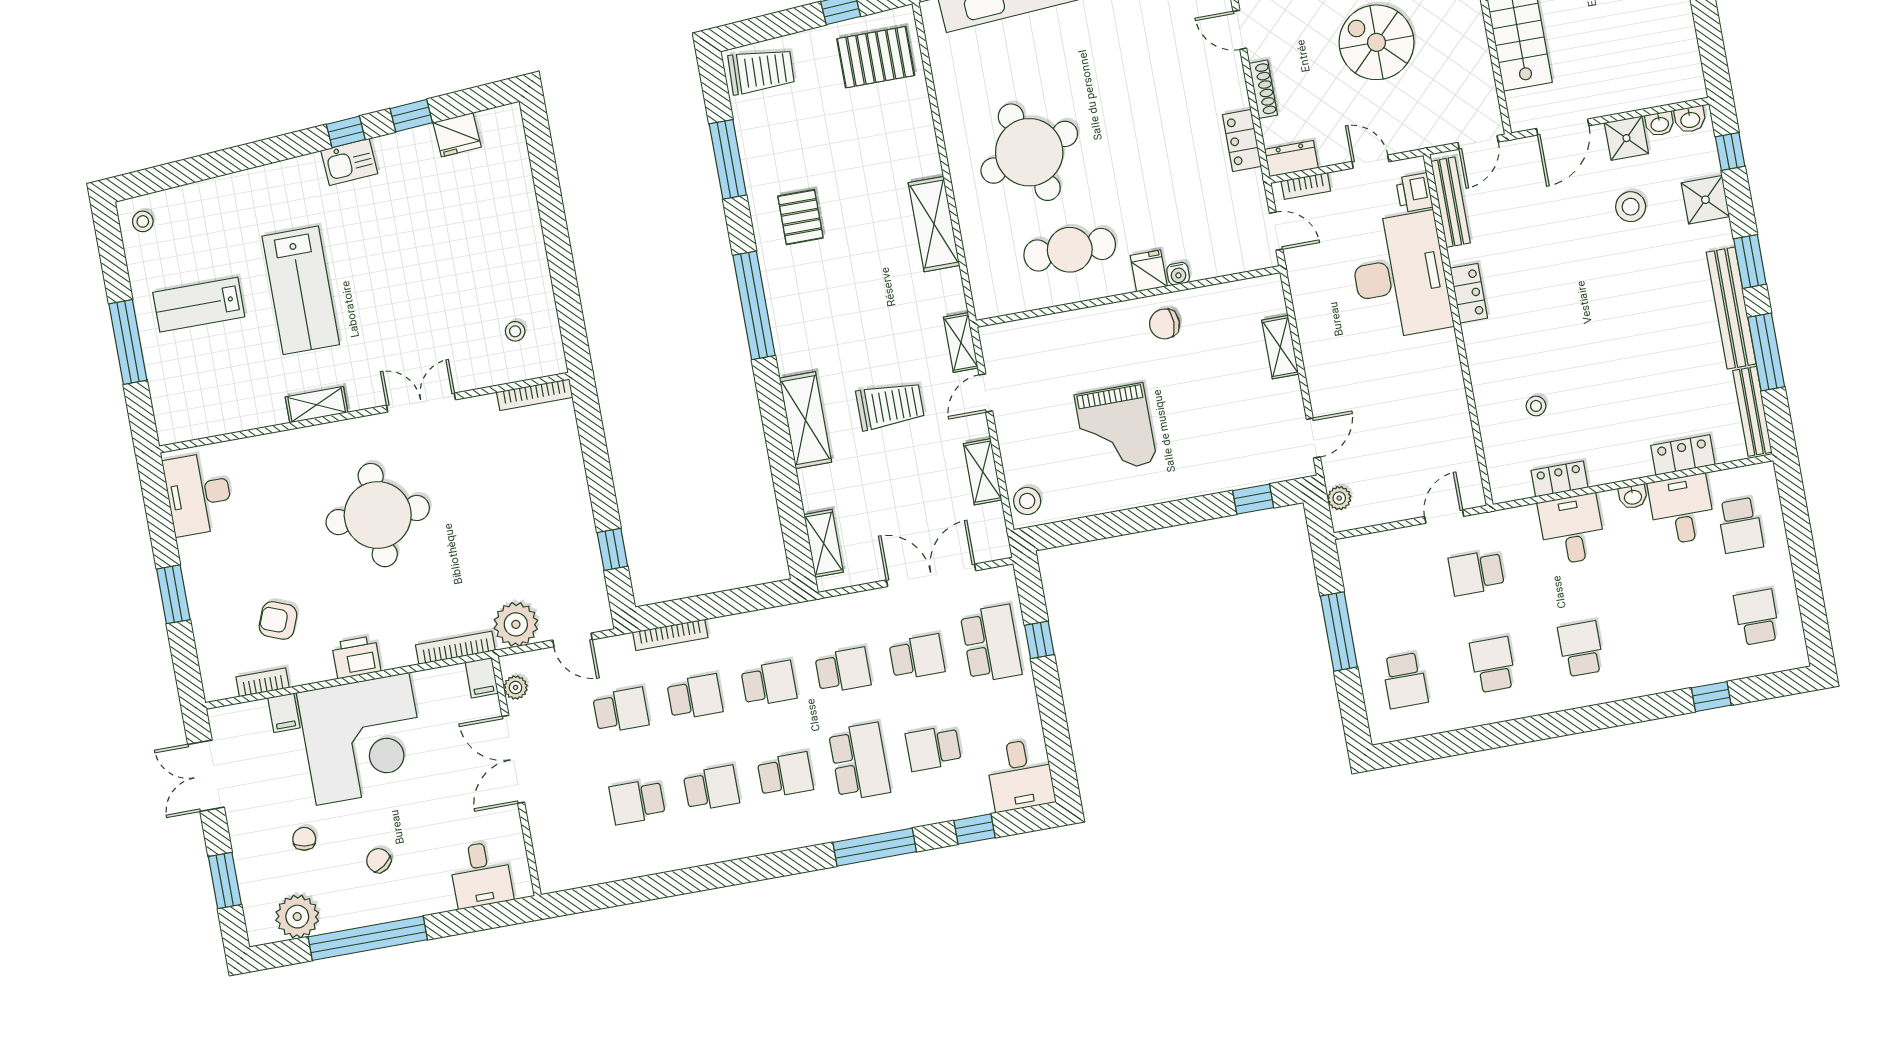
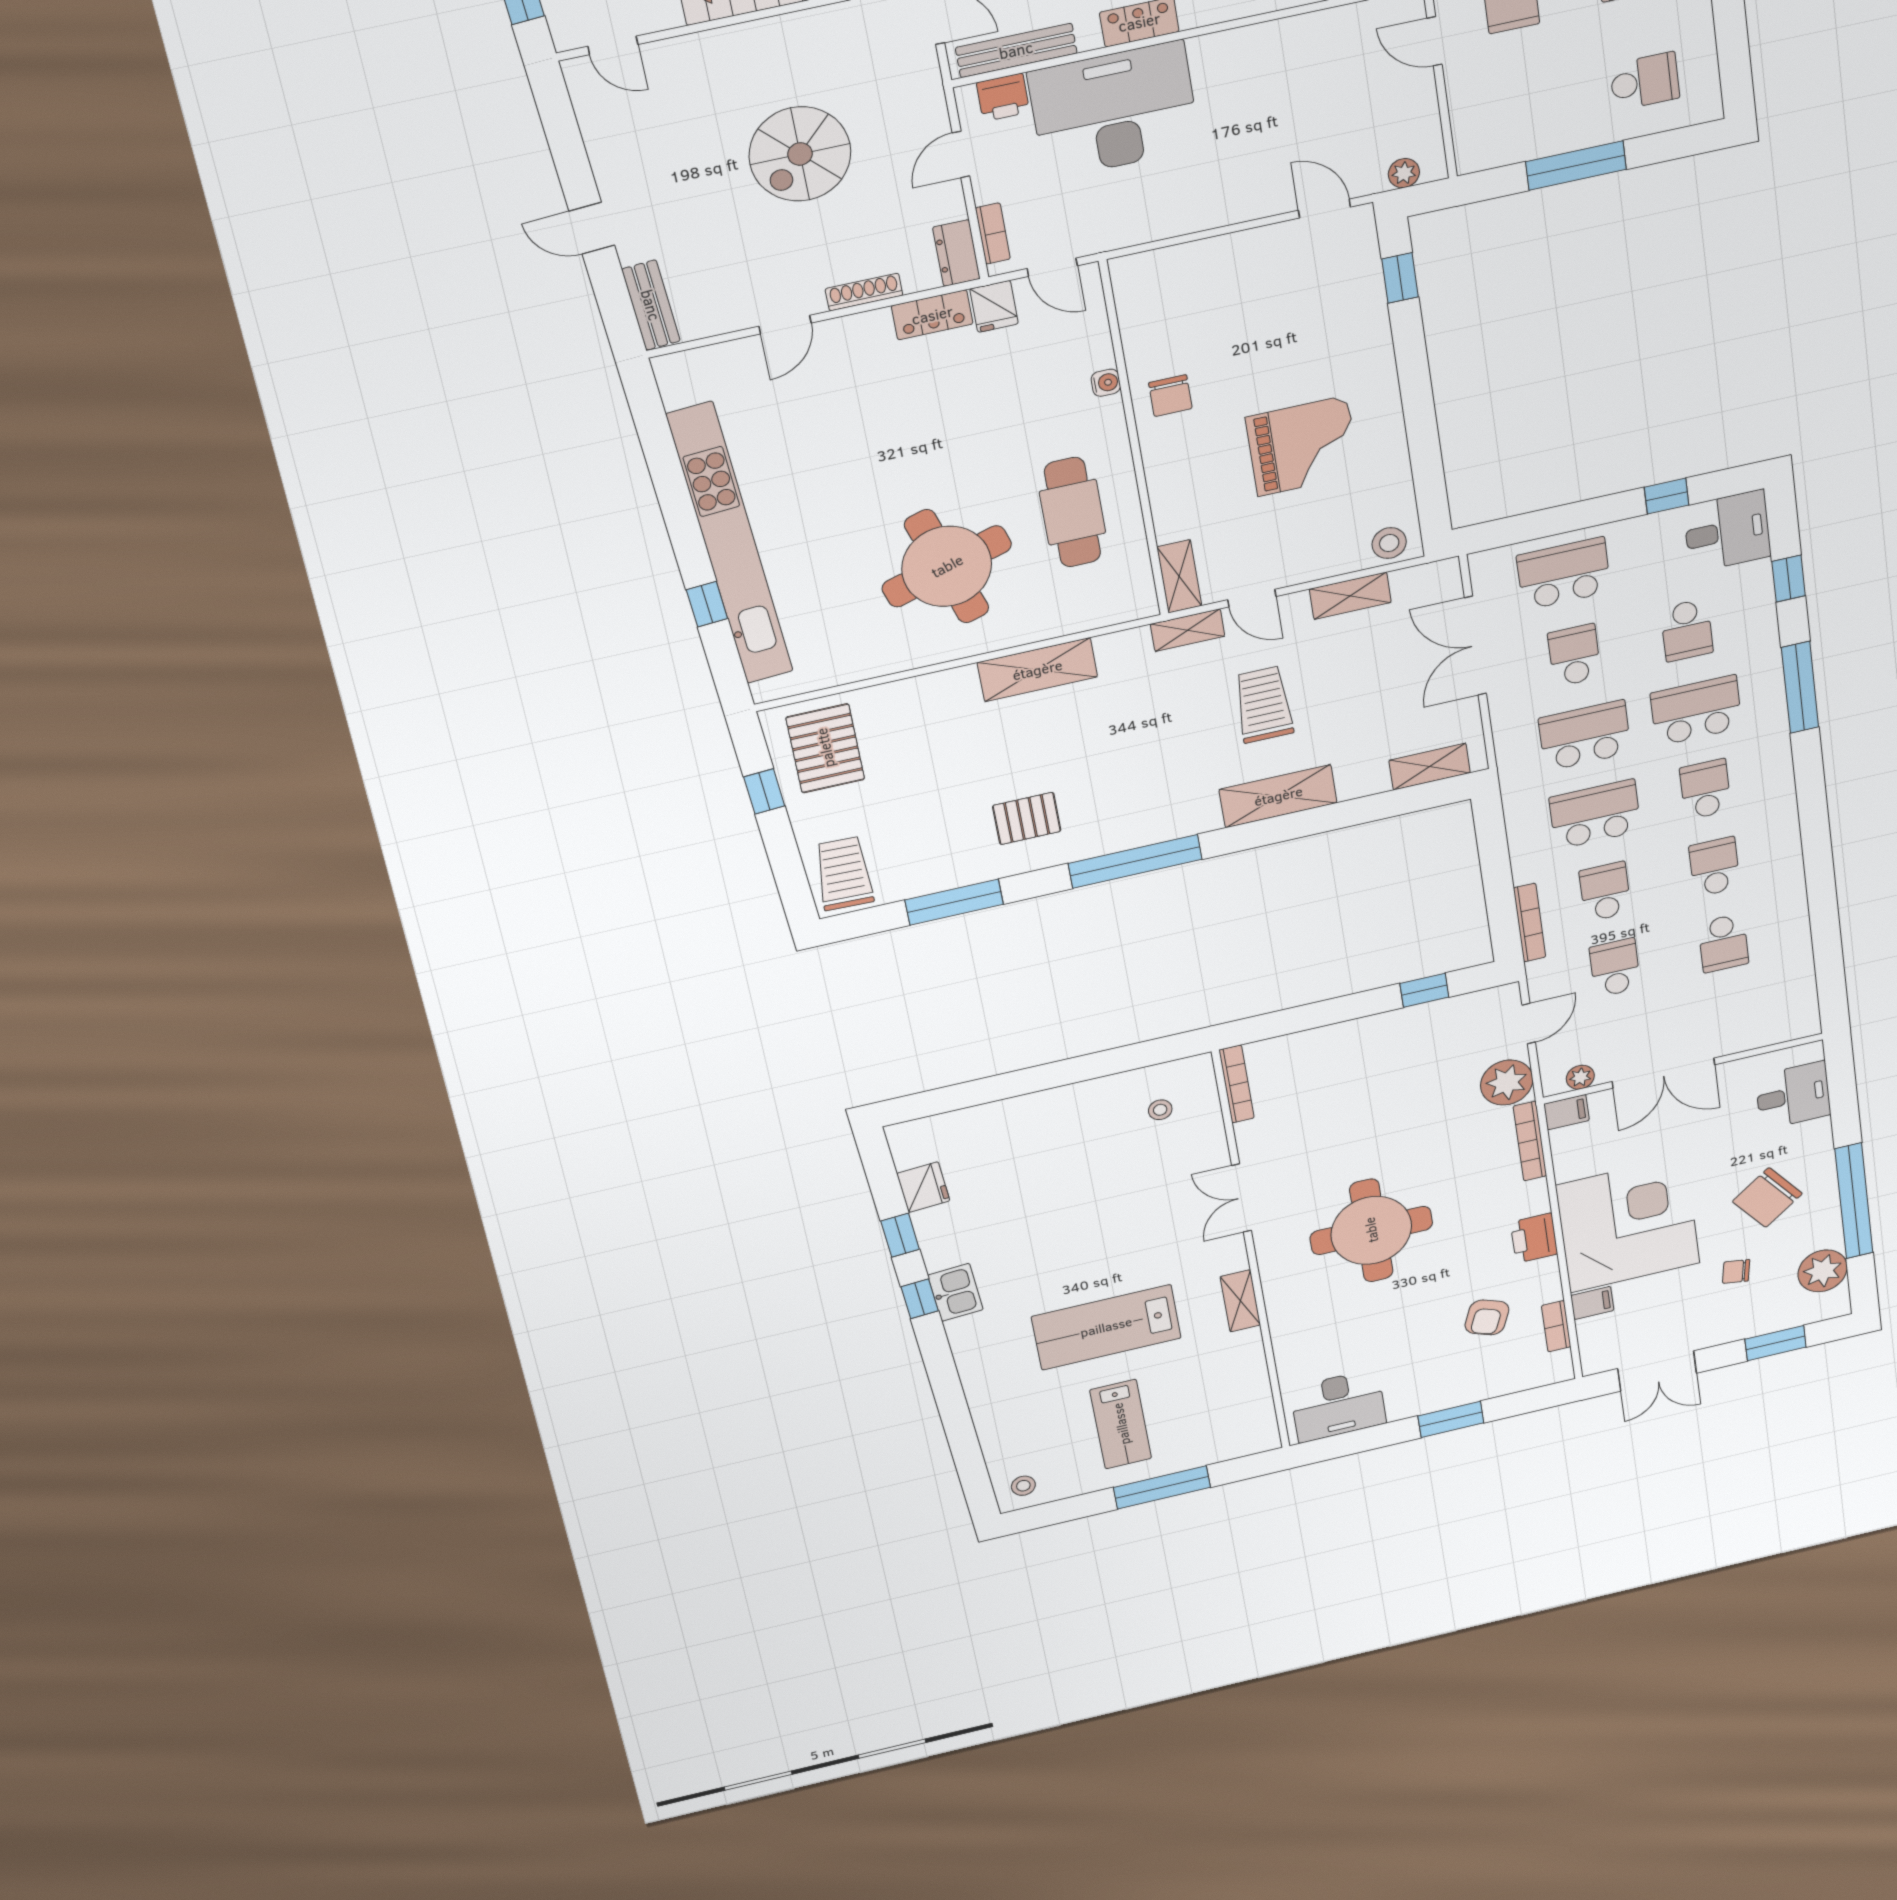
door: (1276, 231) -> (1052, 267), swing flipped
fridge: (1149, 271) -> (994, 306), moved, turned -90
lab bench: (301, 290) -> (1106, 1327), turned 180
shelving: (1280, 347) -> (1179, 576), moved, turned 90
window: (1039, 640) -> (1667, 496), moved
school desk: (843, 670) -> (1585, 735), width x1.85
school desk: (769, 684) -> (1595, 814), width x1.85
chair: (379, 861) -> (1767, 1197), width x1.87, depth x1.87

